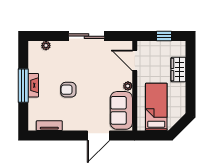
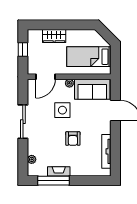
side table: (99, 78) -> (62, 110), added
fireplace: (33, 85) -> (59, 171), moved
window: (23, 86) -> (54, 181), moved
tv unit: (49, 126) -> (106, 151), width x1.41

